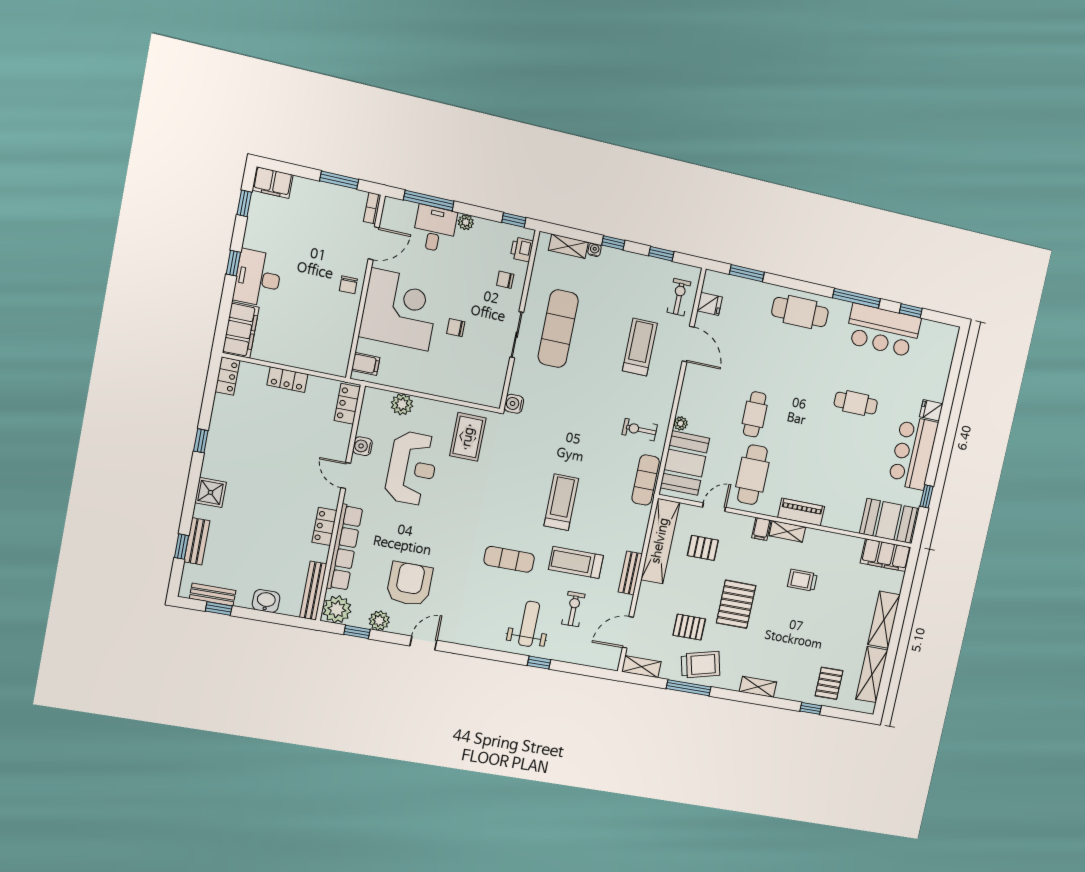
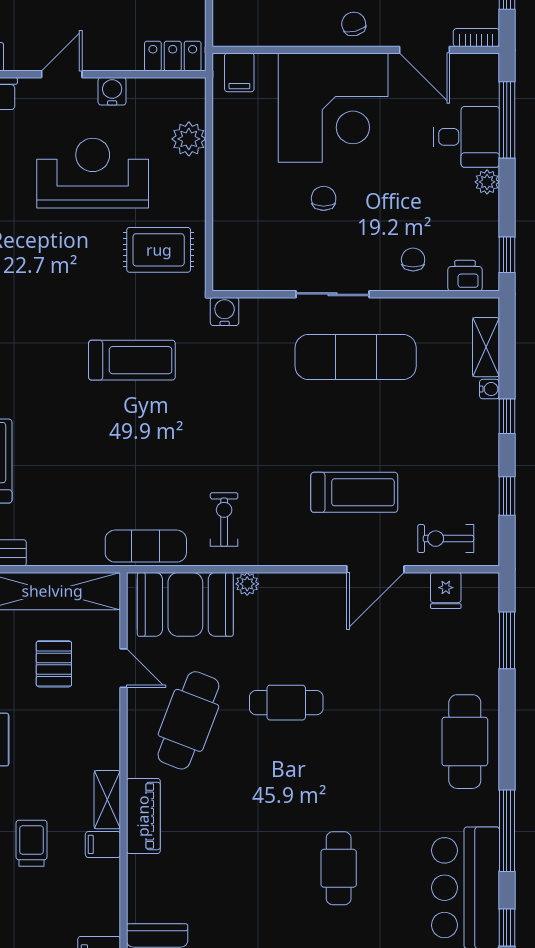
chair: (348, 285) -> (354, 24), turned 77
exercise bike: (679, 297) -> (446, 539), turned 180
reception desk: (412, 468) -> (93, 173), turned 180
cafe table: (752, 475) -> (188, 720), turned -69
treadmill: (561, 502) -> (132, 360), moved
filing cabinet: (761, 529) -> (103, 844), moved

